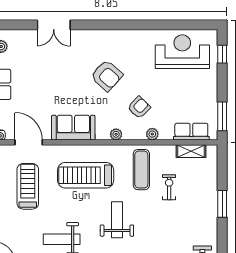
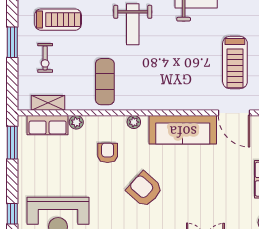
armchair: (139, 107) -> (108, 153), turned 135
sofa: (73, 128) -> (183, 130), width x1.36
plant: (152, 134) -> (76, 122), moved
treadmill: (86, 175) -> (58, 20), moved, width x0.73, depth x0.73
exercise bike: (169, 187) -> (45, 58), moved

